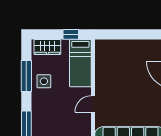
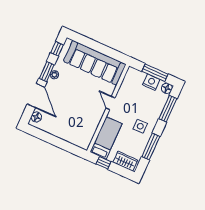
side table: (44, 81) -> (140, 126), moved
door: (93, 104) -> (110, 103), swing flipped

